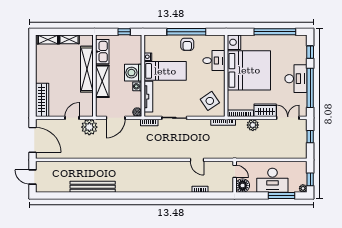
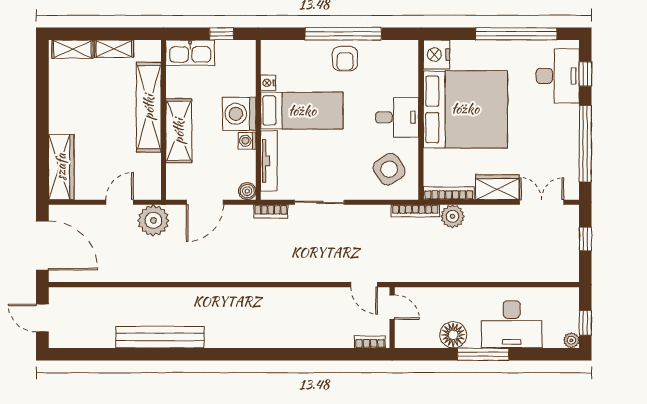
kitchen sink: (102, 52) -> (190, 53), moved, turned 90
desk: (214, 61) -> (397, 117), moved
desk: (296, 79) -> (558, 76), moved
plant: (253, 125) -> (453, 216), moved
door: (235, 171) -> (392, 307), moved
wall: (235, 177) -> (392, 318), moved
window: (282, 196) -> (483, 354), moved

